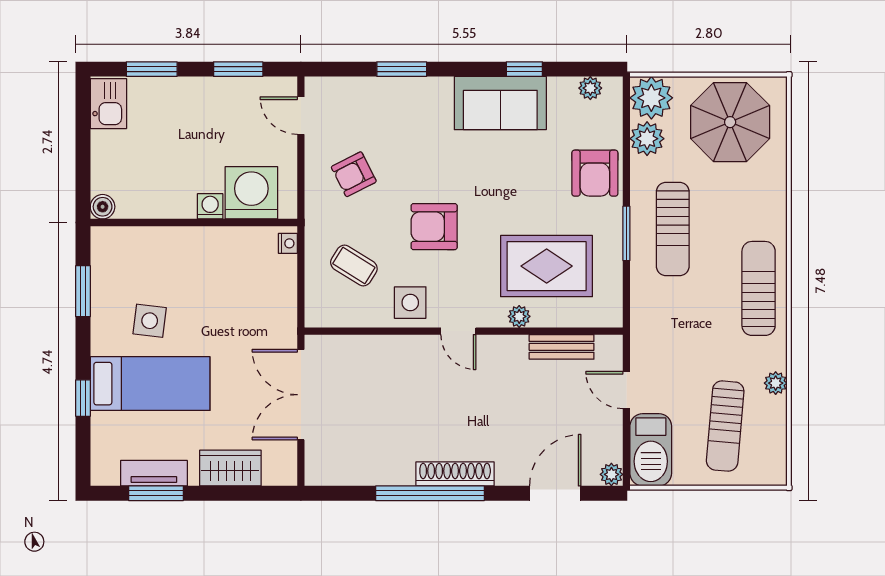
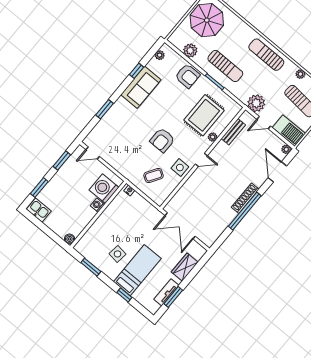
plant: (651, 98) -> (256, 103), moved
armchair: (354, 174) -> (125, 152), removed

